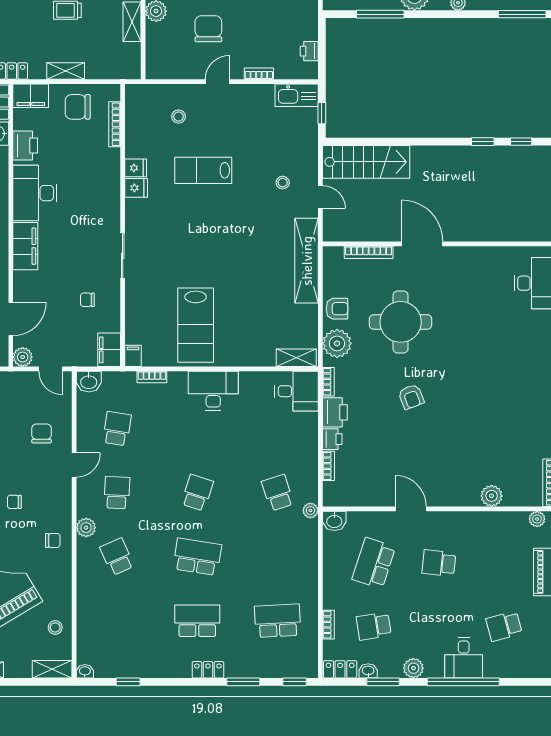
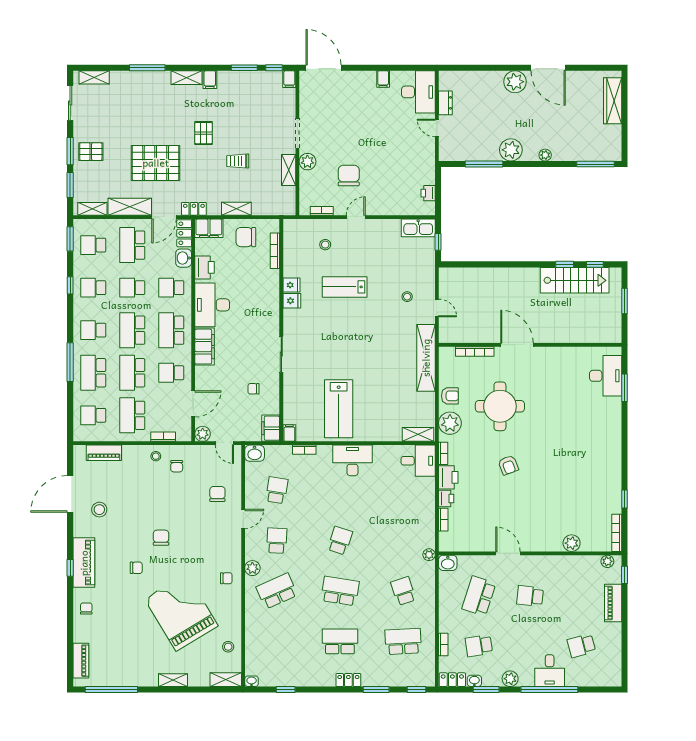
bookcase: (259, 74) -> (322, 211), moved
stairs: (366, 162) -> (575, 280), moved
school desk: (278, 493) -> (403, 591), moved
chair: (14, 502) -> (196, 548), removed
school desk: (117, 557) -> (277, 591), width x1.85

